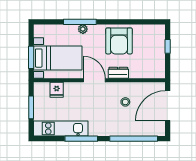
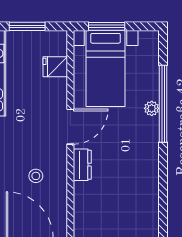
window: (80, 22) -> (163, 104), width x1.46
armchair: (119, 41) -> (133, 166), removed

